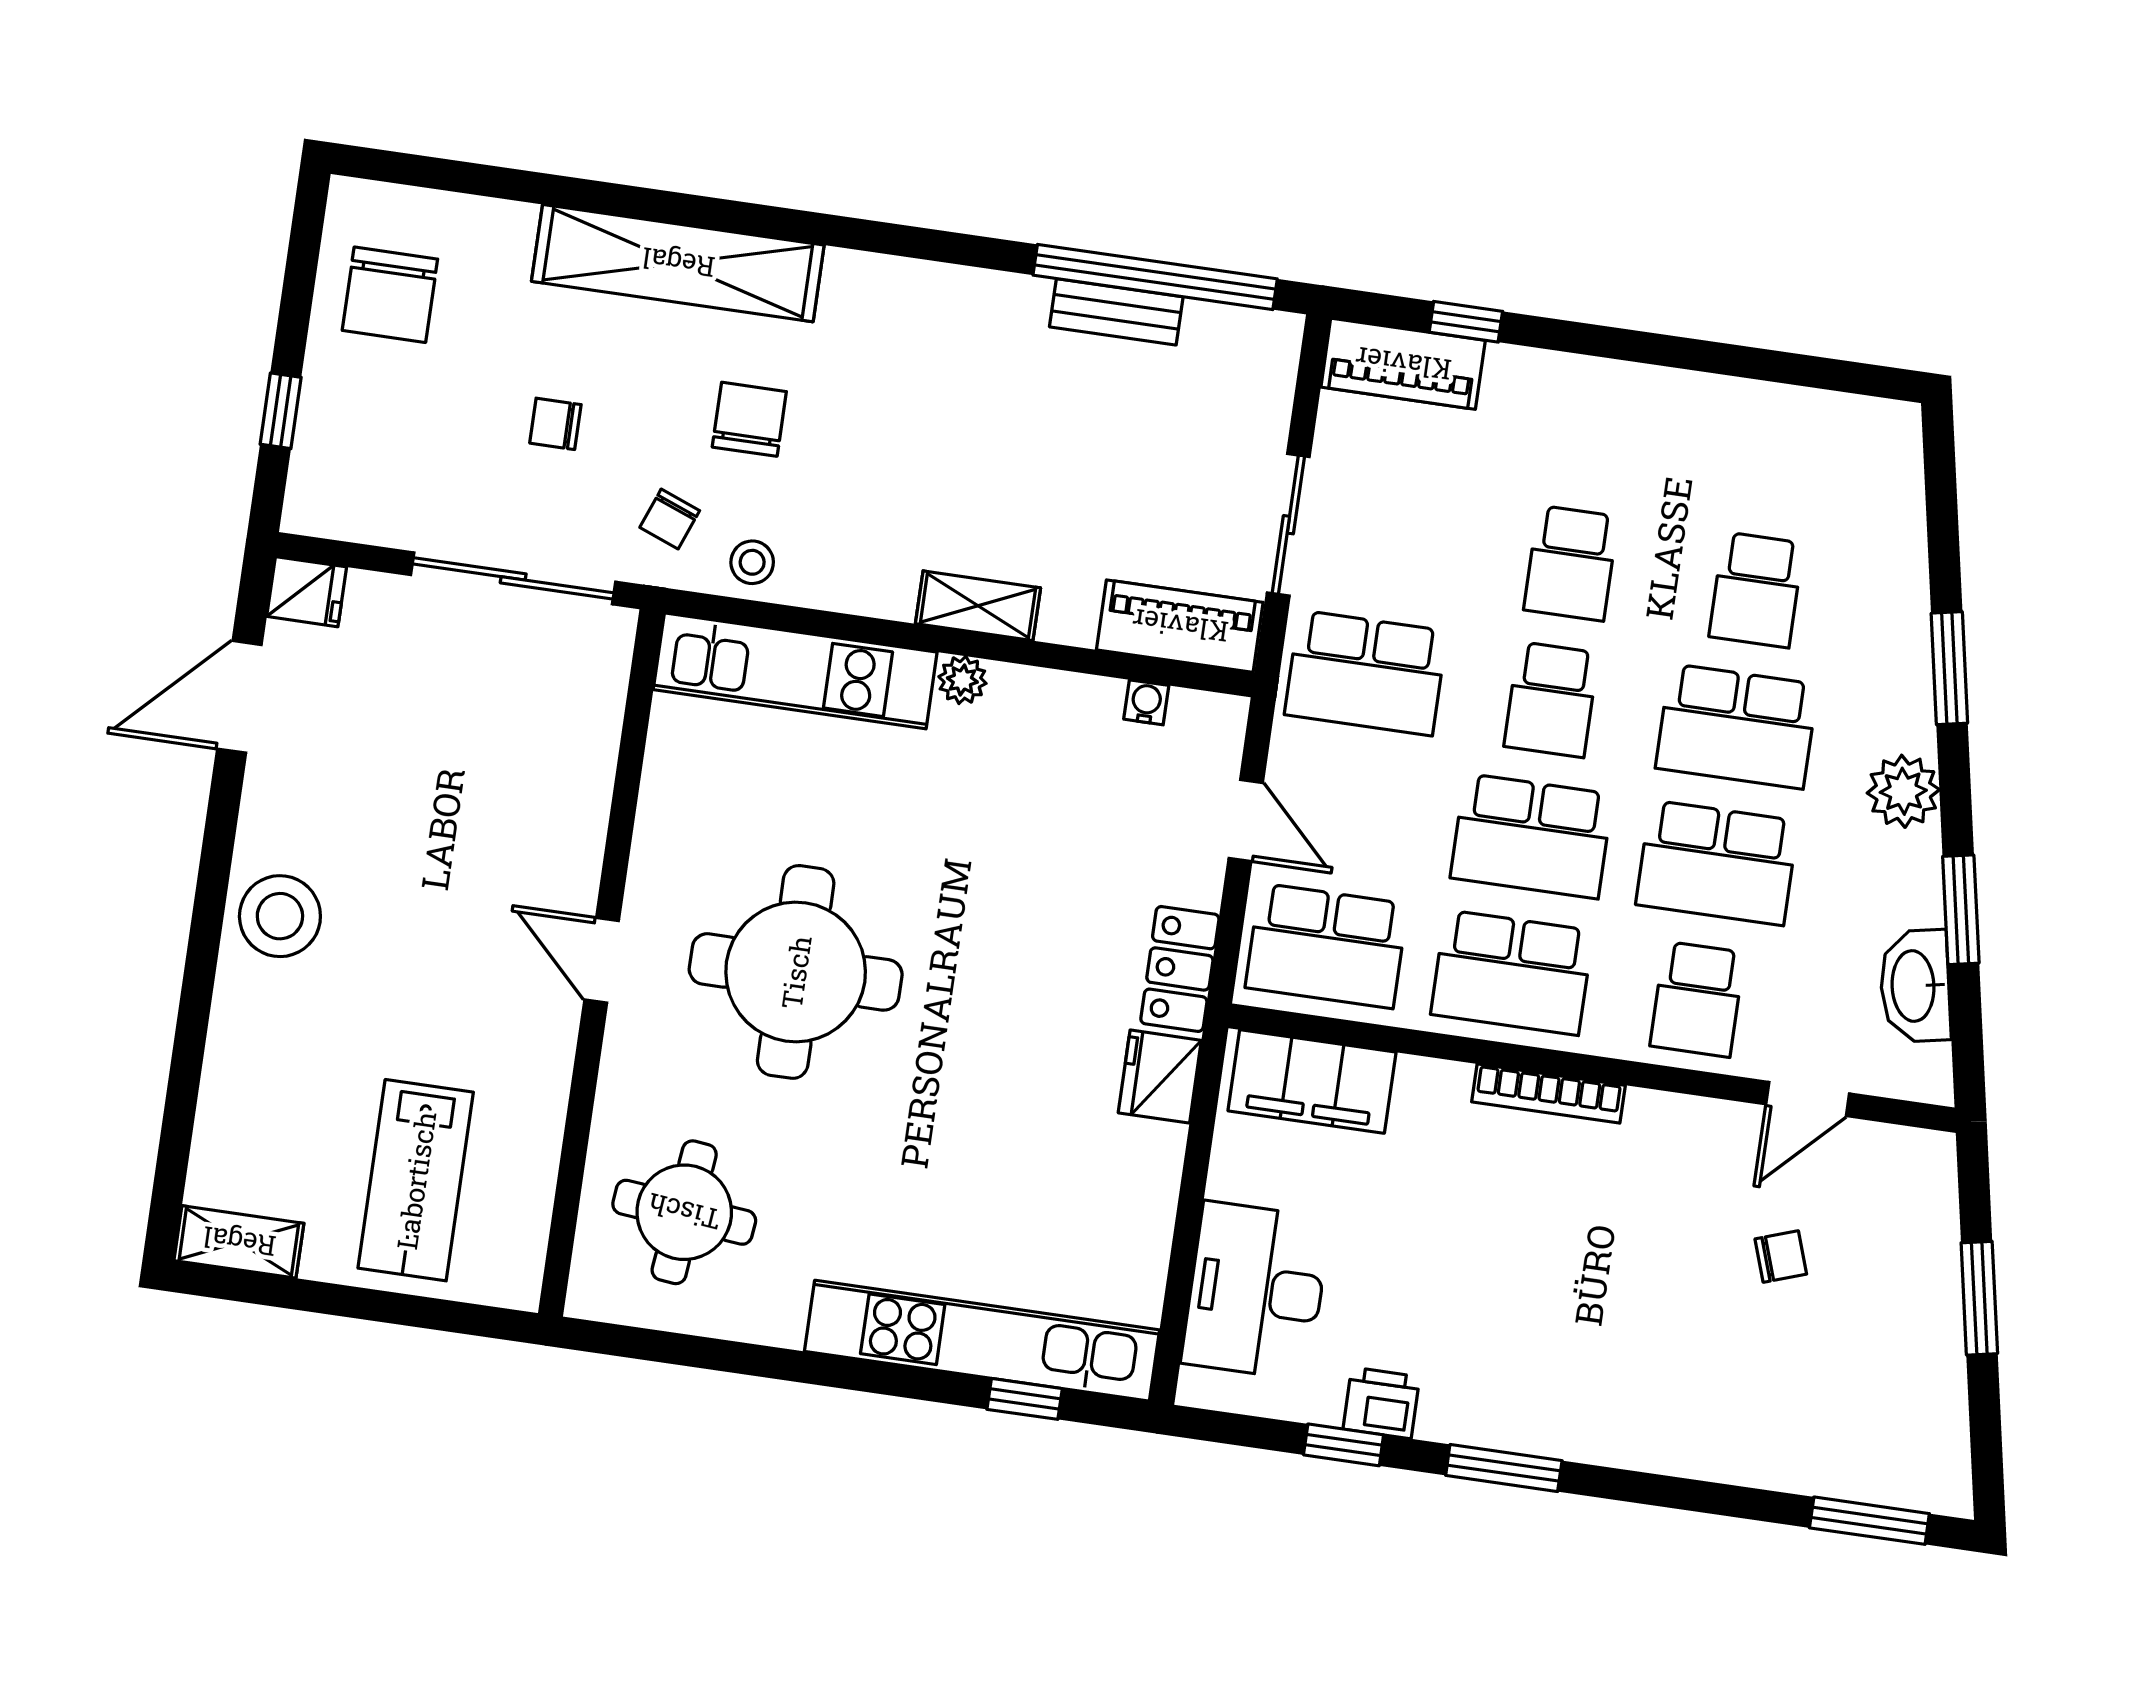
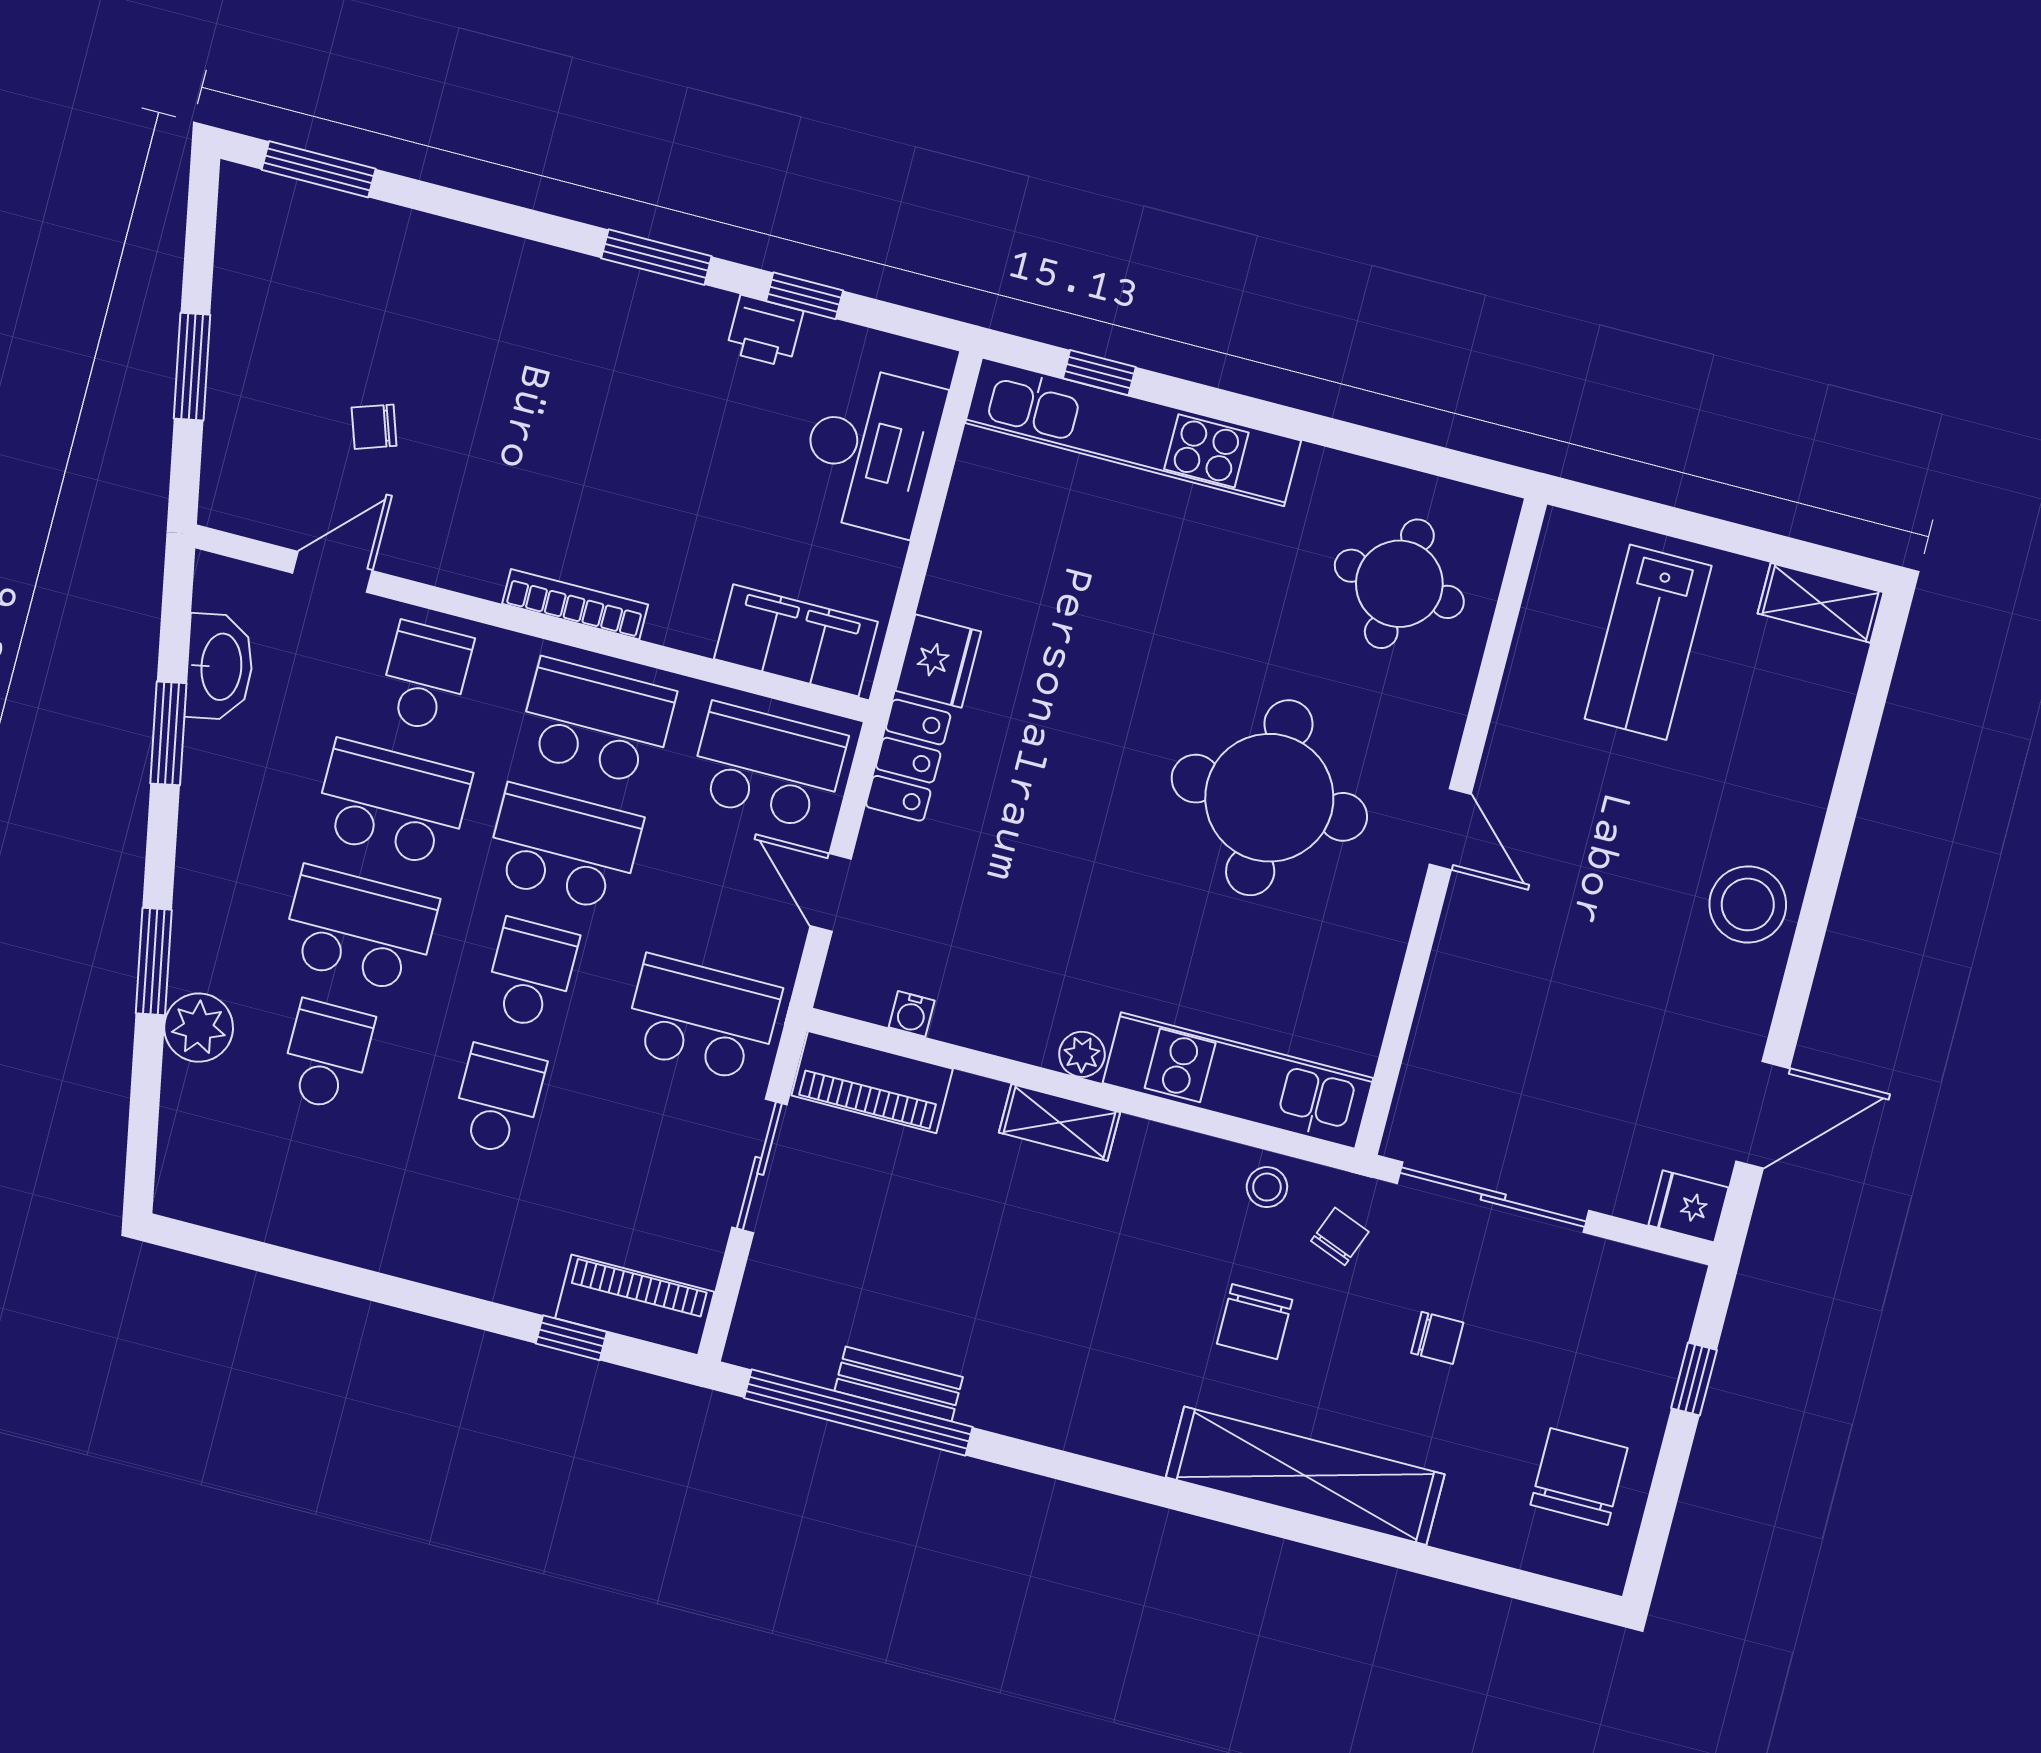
plant: (1903, 791) -> (199, 1028), moved
lab bench: (416, 1180) -> (1648, 642), turned 180

